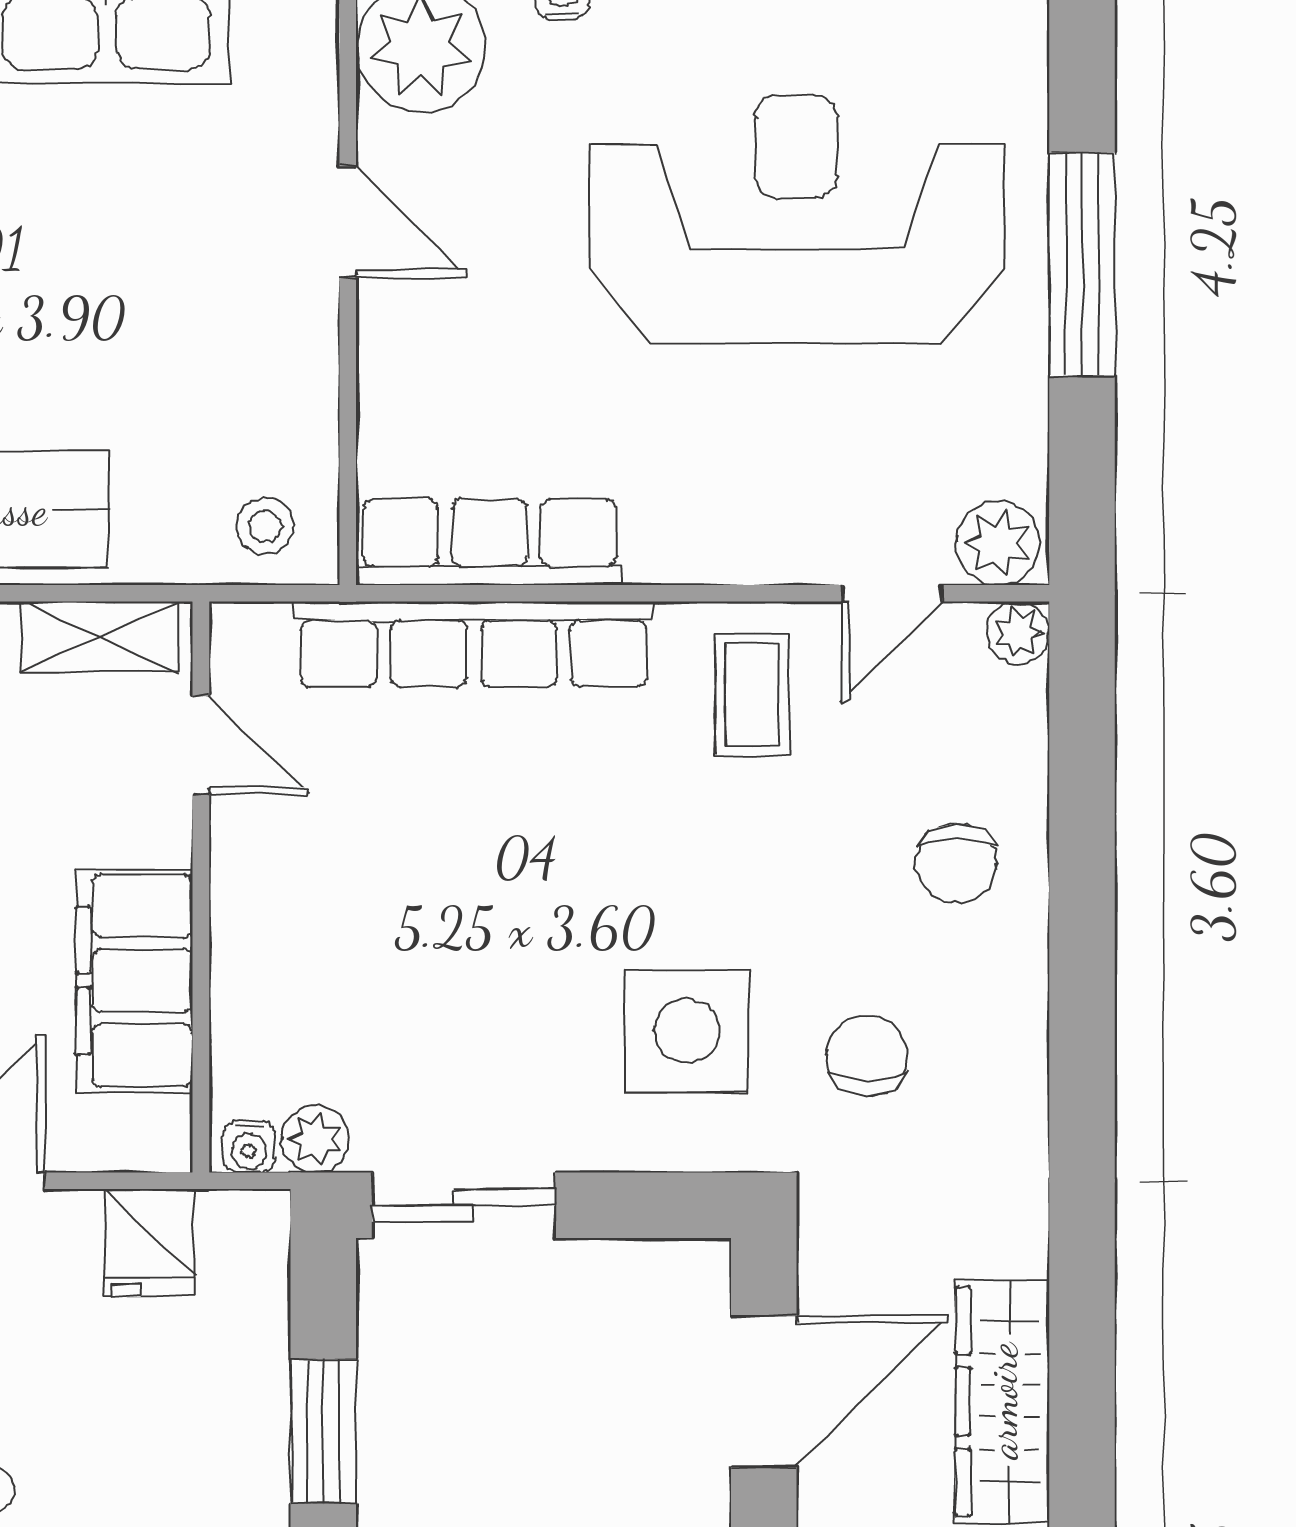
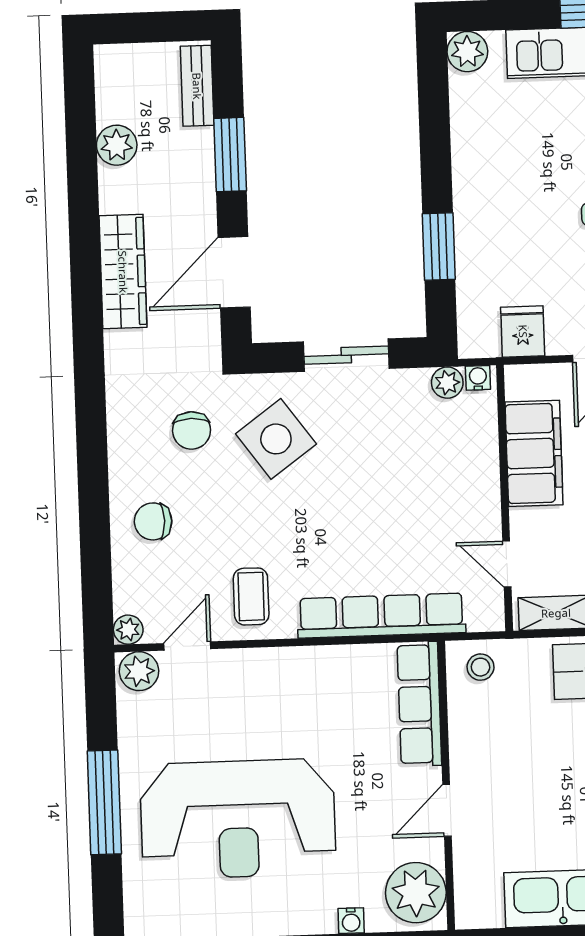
door: (348, 222) -> (447, 810), hinge flipped
row of seats: (489, 542) -> (419, 704), moved, turned 90
chair: (956, 863) -> (153, 521), turned -90
side table: (687, 1031) -> (276, 439), turned -36
sliding door: (464, 1205) -> (346, 355), moved

